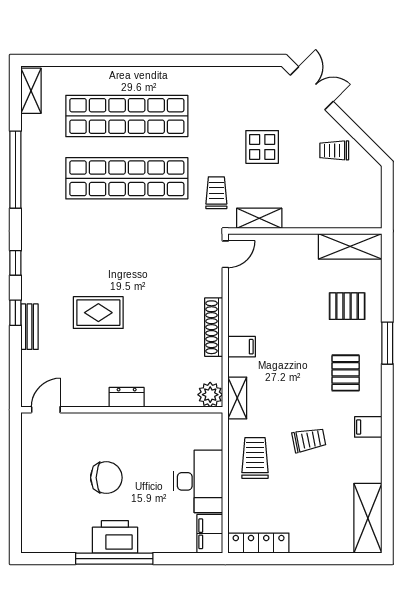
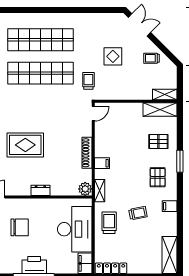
shelving: (259, 218) -> (165, 94), moved
rug: (98, 313) -> (25, 145), width x1.36, depth x1.43
chair: (106, 478) -> (20, 227), moved
desk: (198, 481) -> (75, 229), width x1.36, depth x1.30

